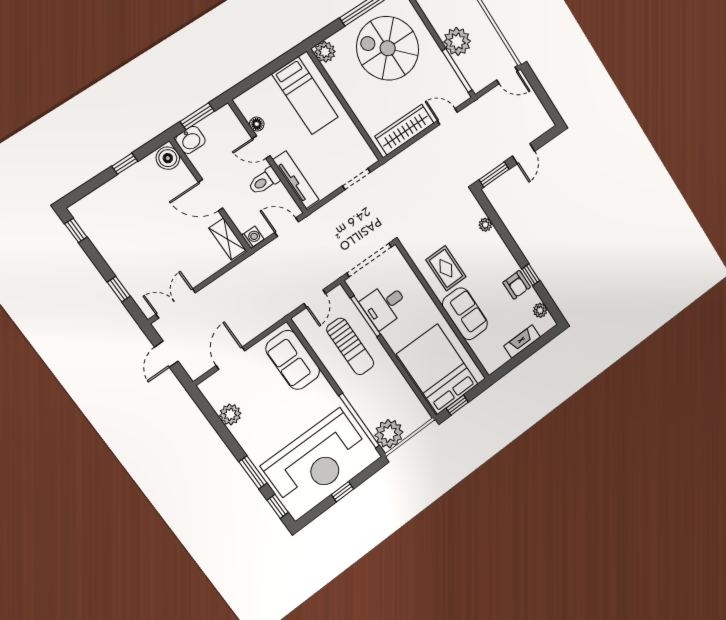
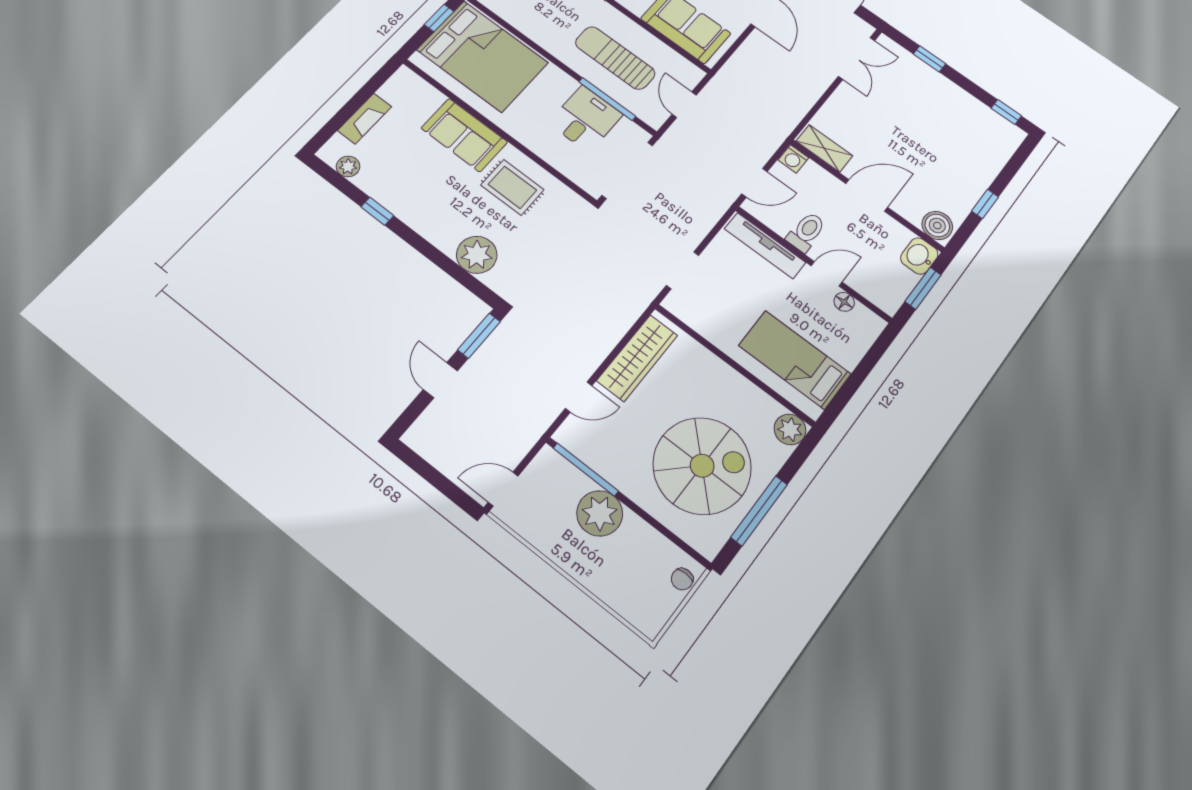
plant: (485, 225) -> (477, 255), width x1.88, depth x1.88
armchair: (517, 285) -> (396, 192), removed

